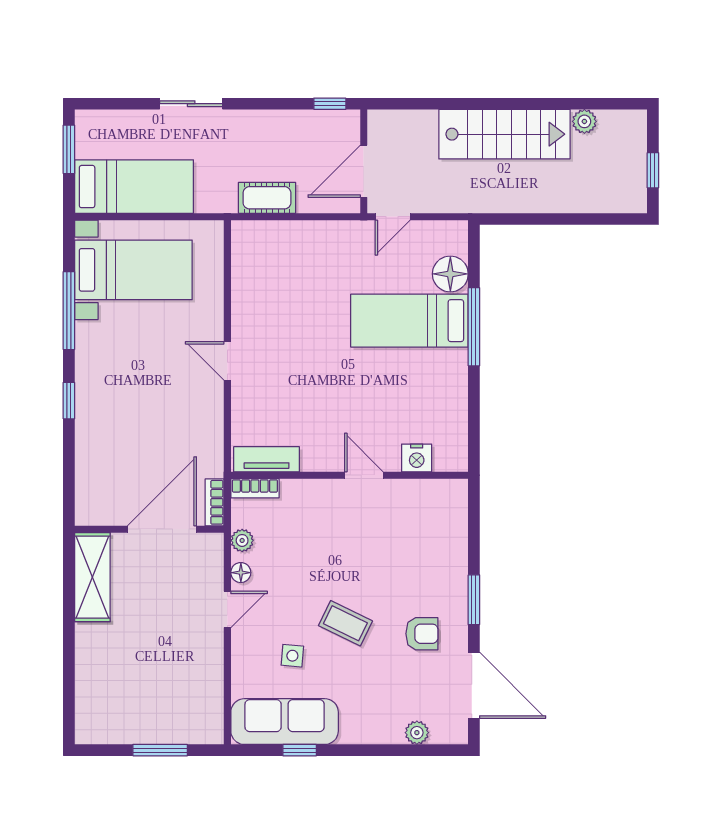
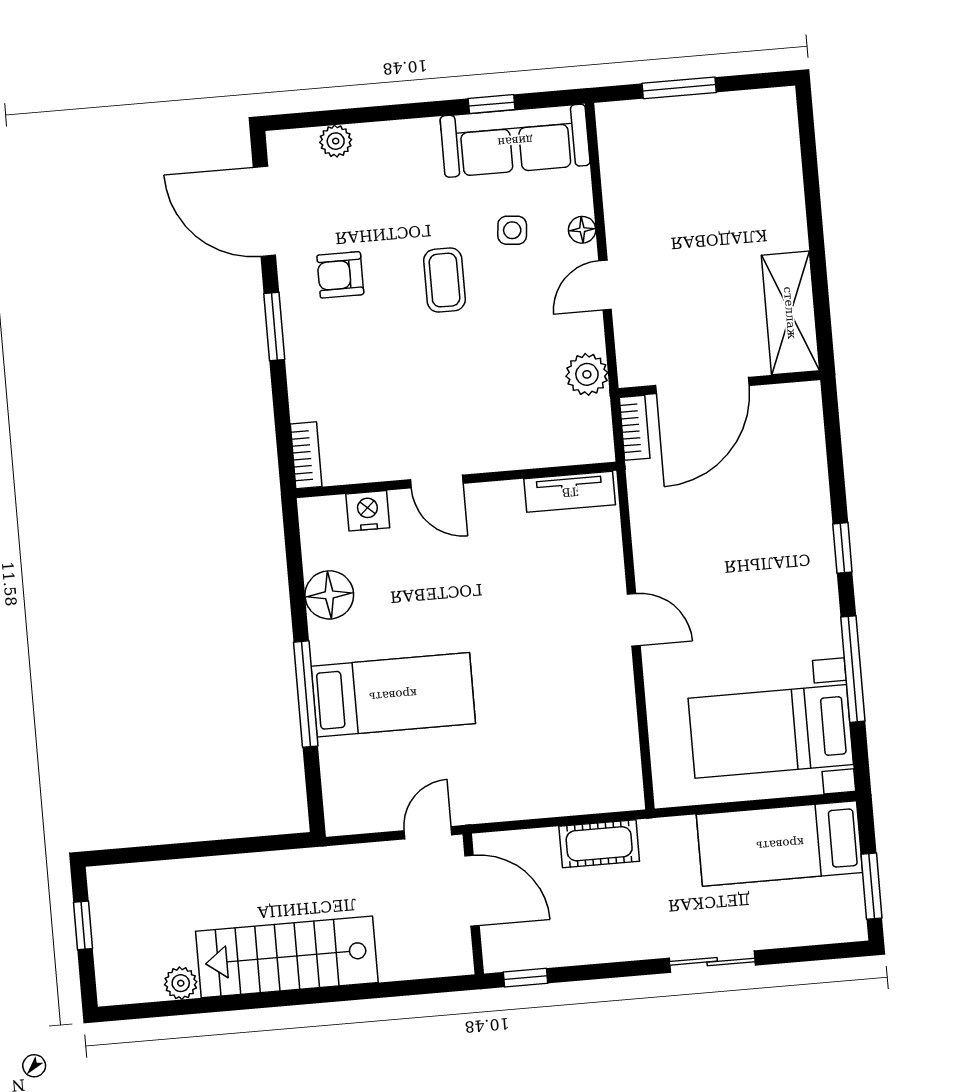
door: (364, 171) -> (472, 891), hinge flipped
floor lamp: (450, 274) -> (329, 595), moved
bookcase: (255, 488) -> (306, 455), moved, turned 90
plant: (242, 540) -> (587, 374), width x1.38, depth x1.38
floor lamp: (241, 573) -> (582, 230), moved
coffee table: (345, 623) -> (444, 280), turned 64

